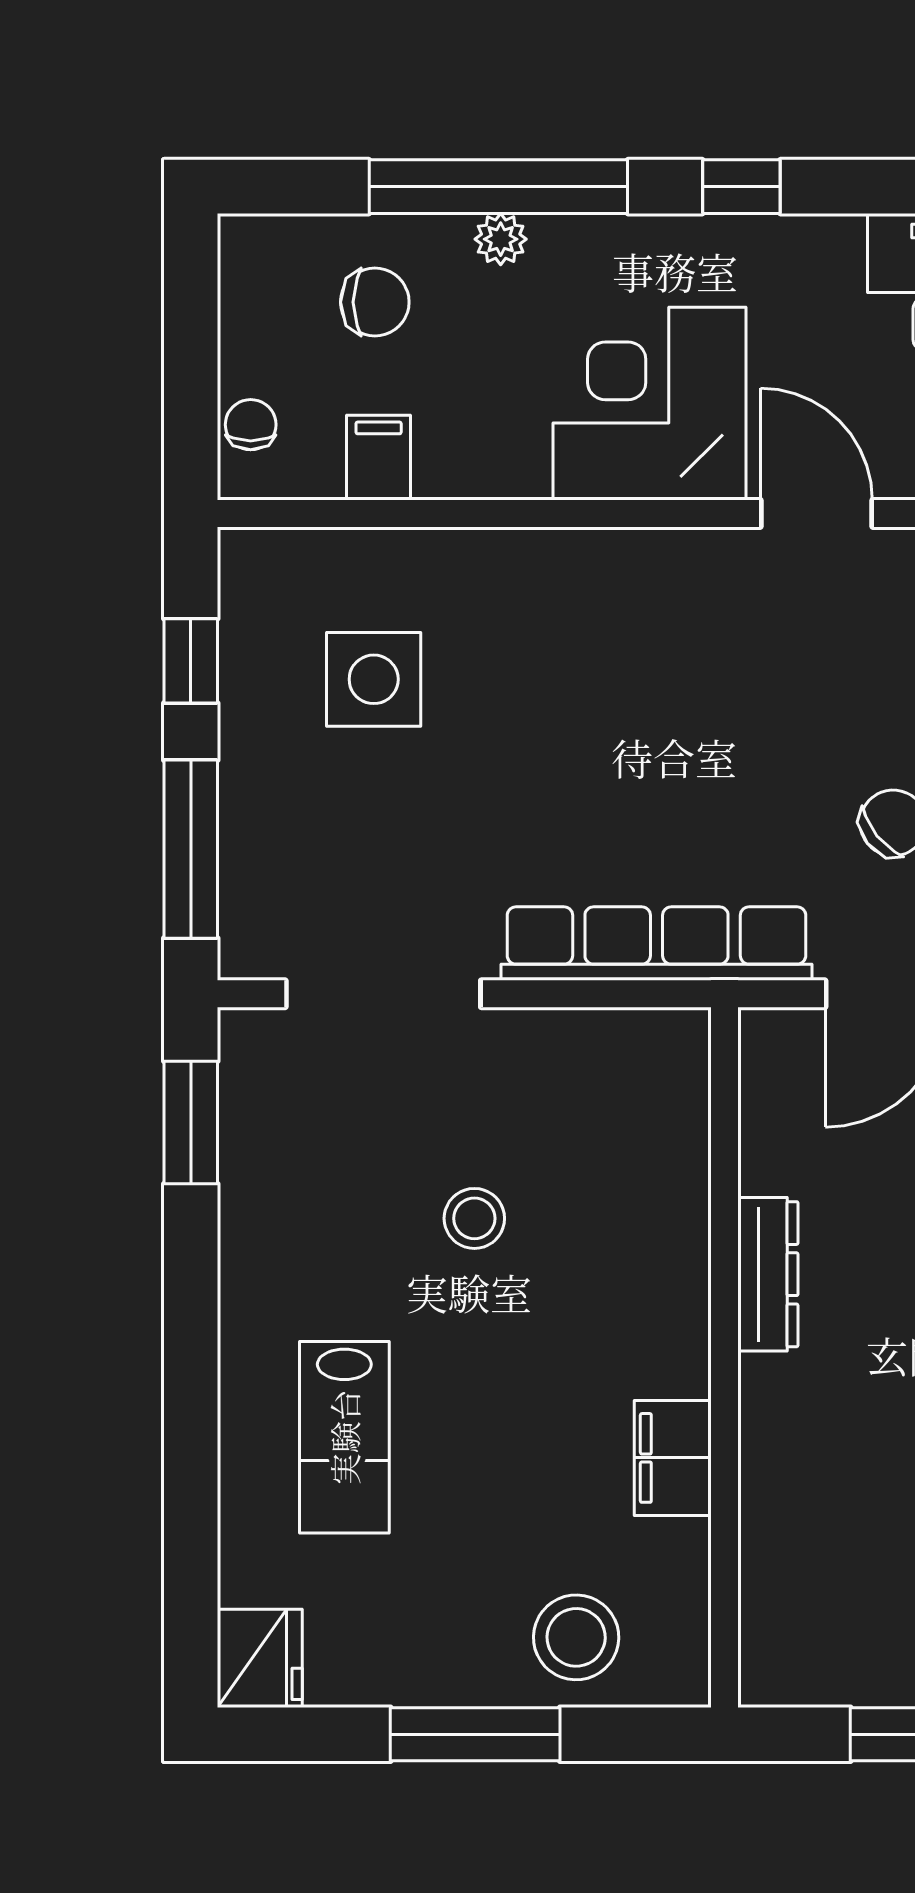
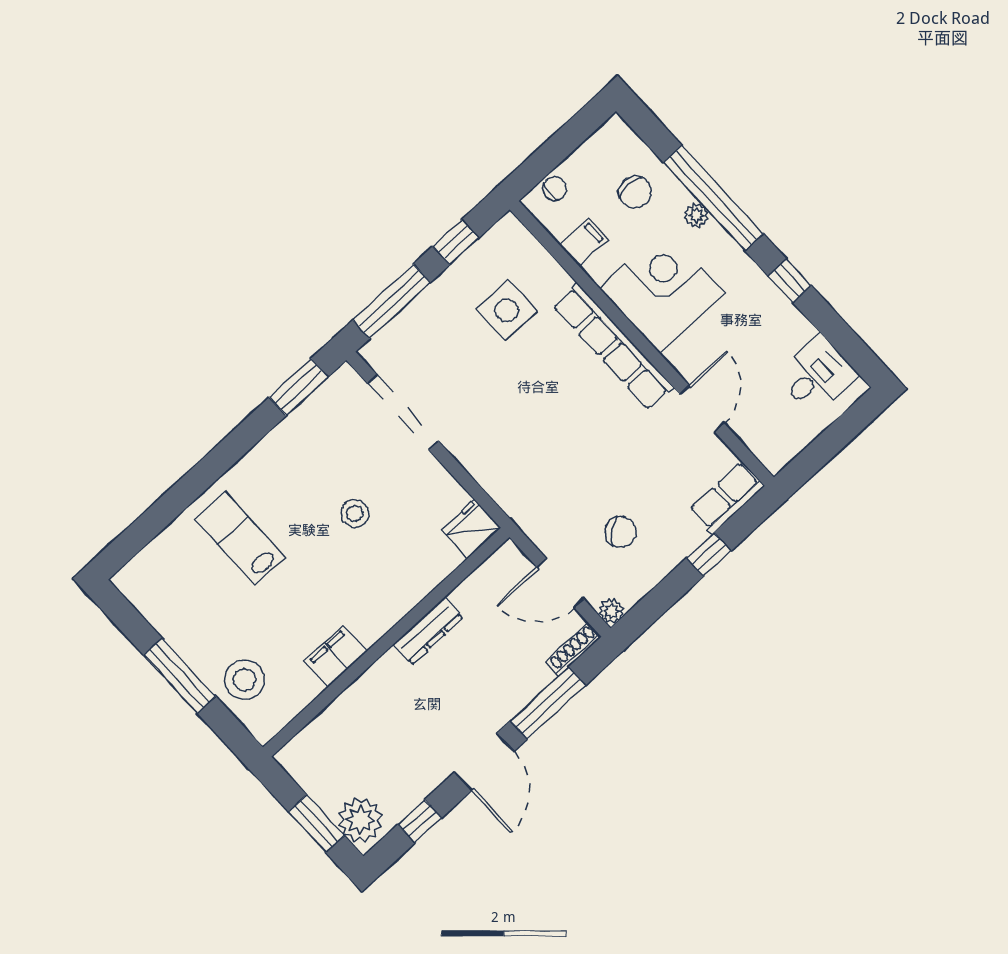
corner desk: (649, 404) -> (662, 291), moved
row of seats: (656, 944) -> (613, 346), moved, turned 180
lab bench: (344, 1437) -> (240, 538), turned 90
fridge: (260, 1658) -> (471, 529), moved, turned 180

